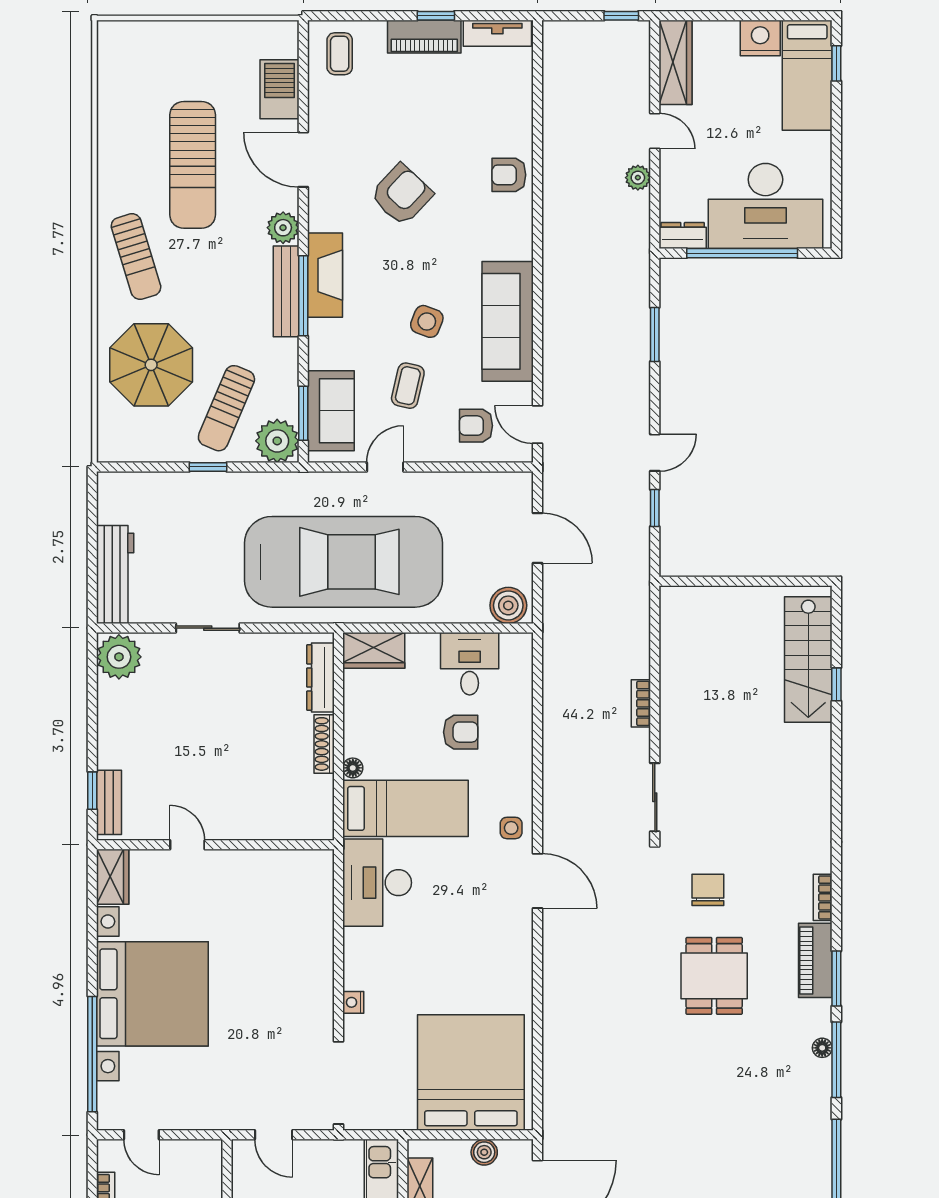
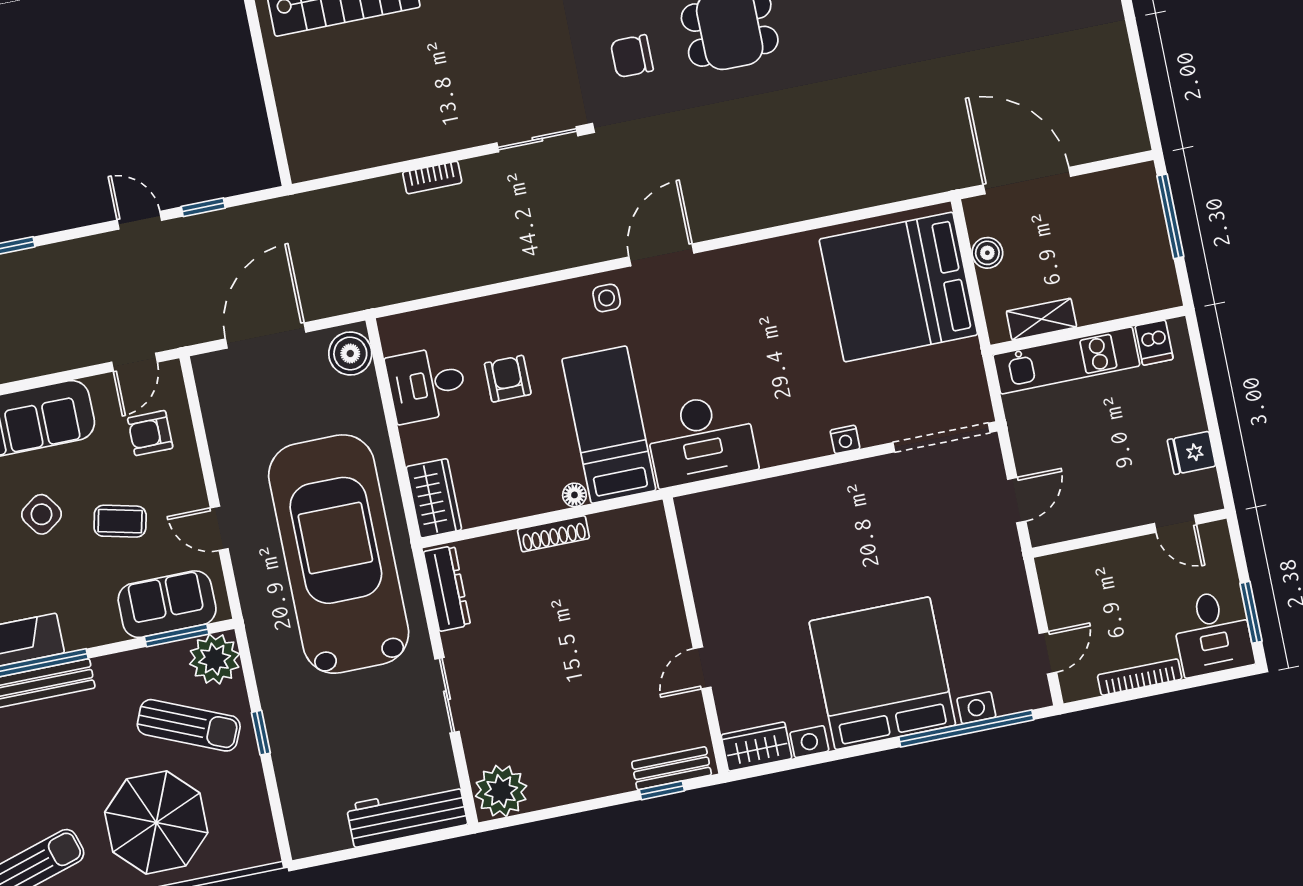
side table: (427, 321) -> (41, 514), turned 34
armchair: (476, 426) -> (150, 433), turned 90
door: (538, 538) -> (266, 335), width x1.36
dresser: (320, 678) -> (447, 588), moved, turned -90

